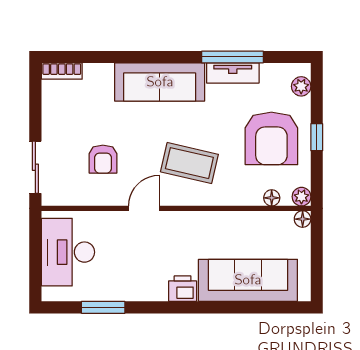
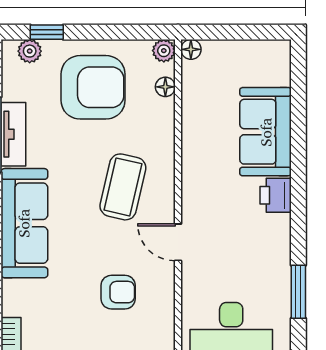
window: (317, 137) -> (47, 32), moved
sofa: (248, 280) -> (266, 132), width x0.73

